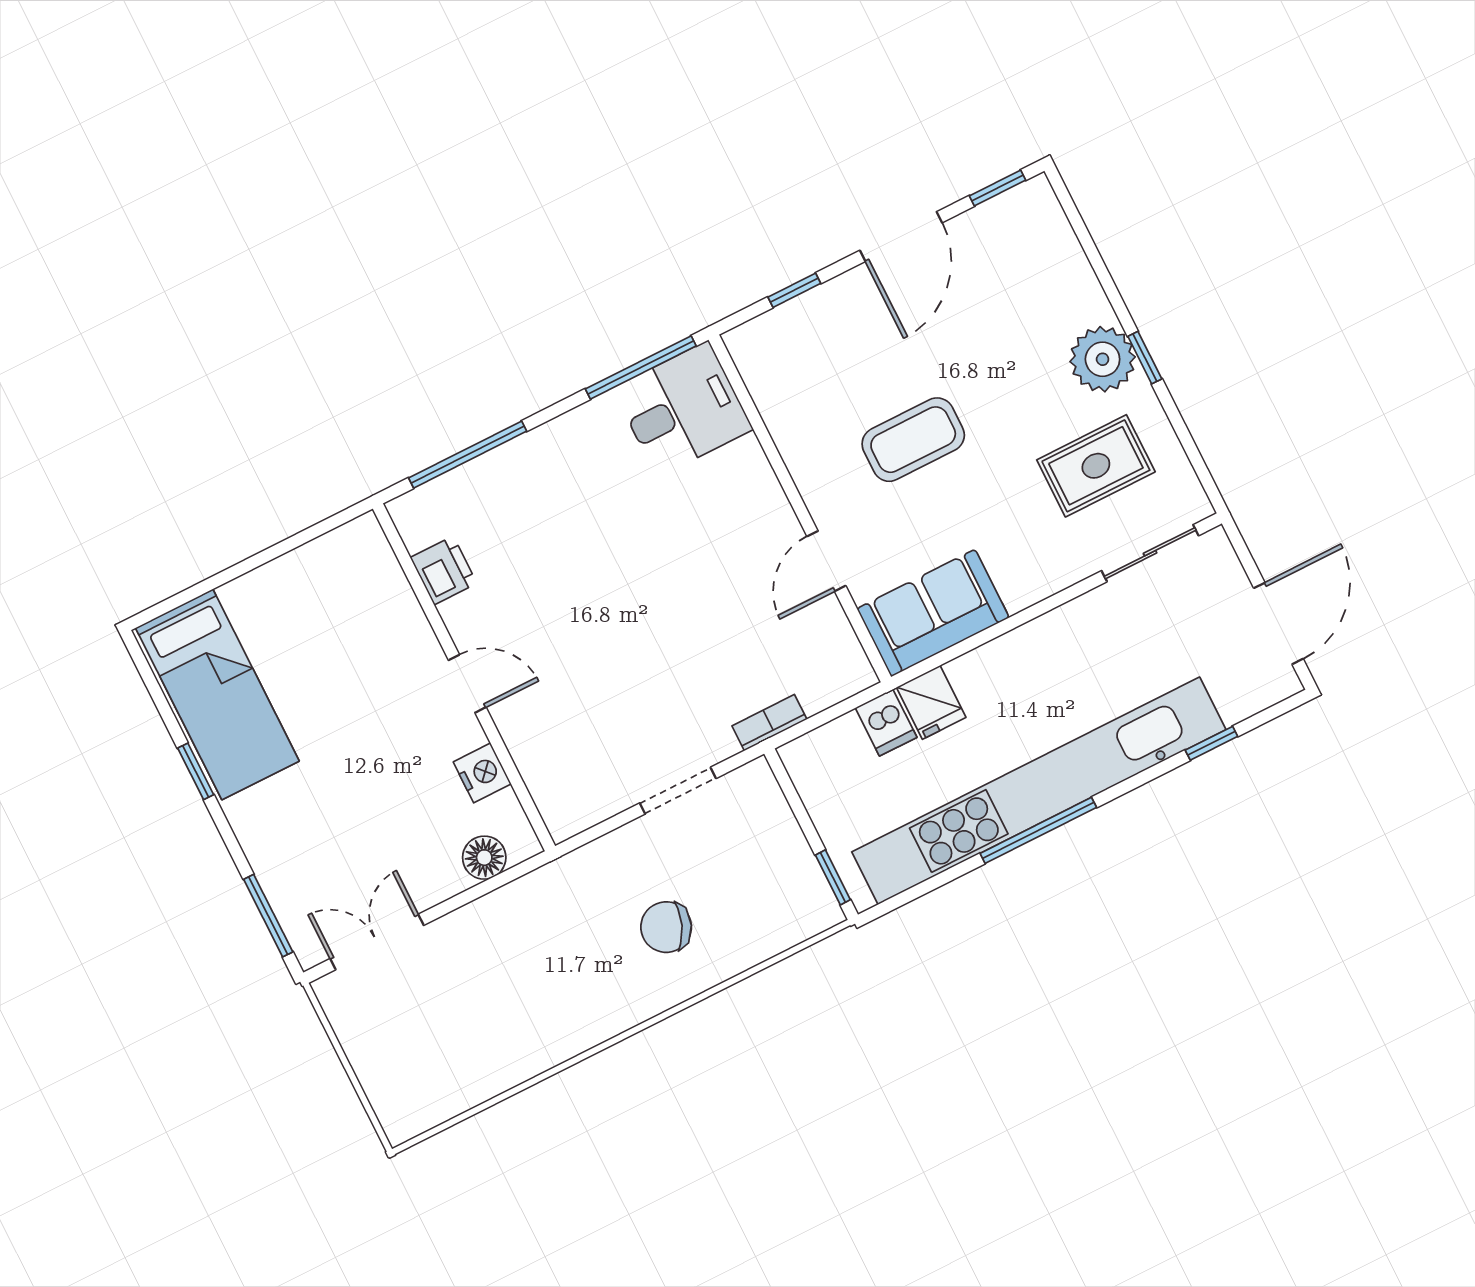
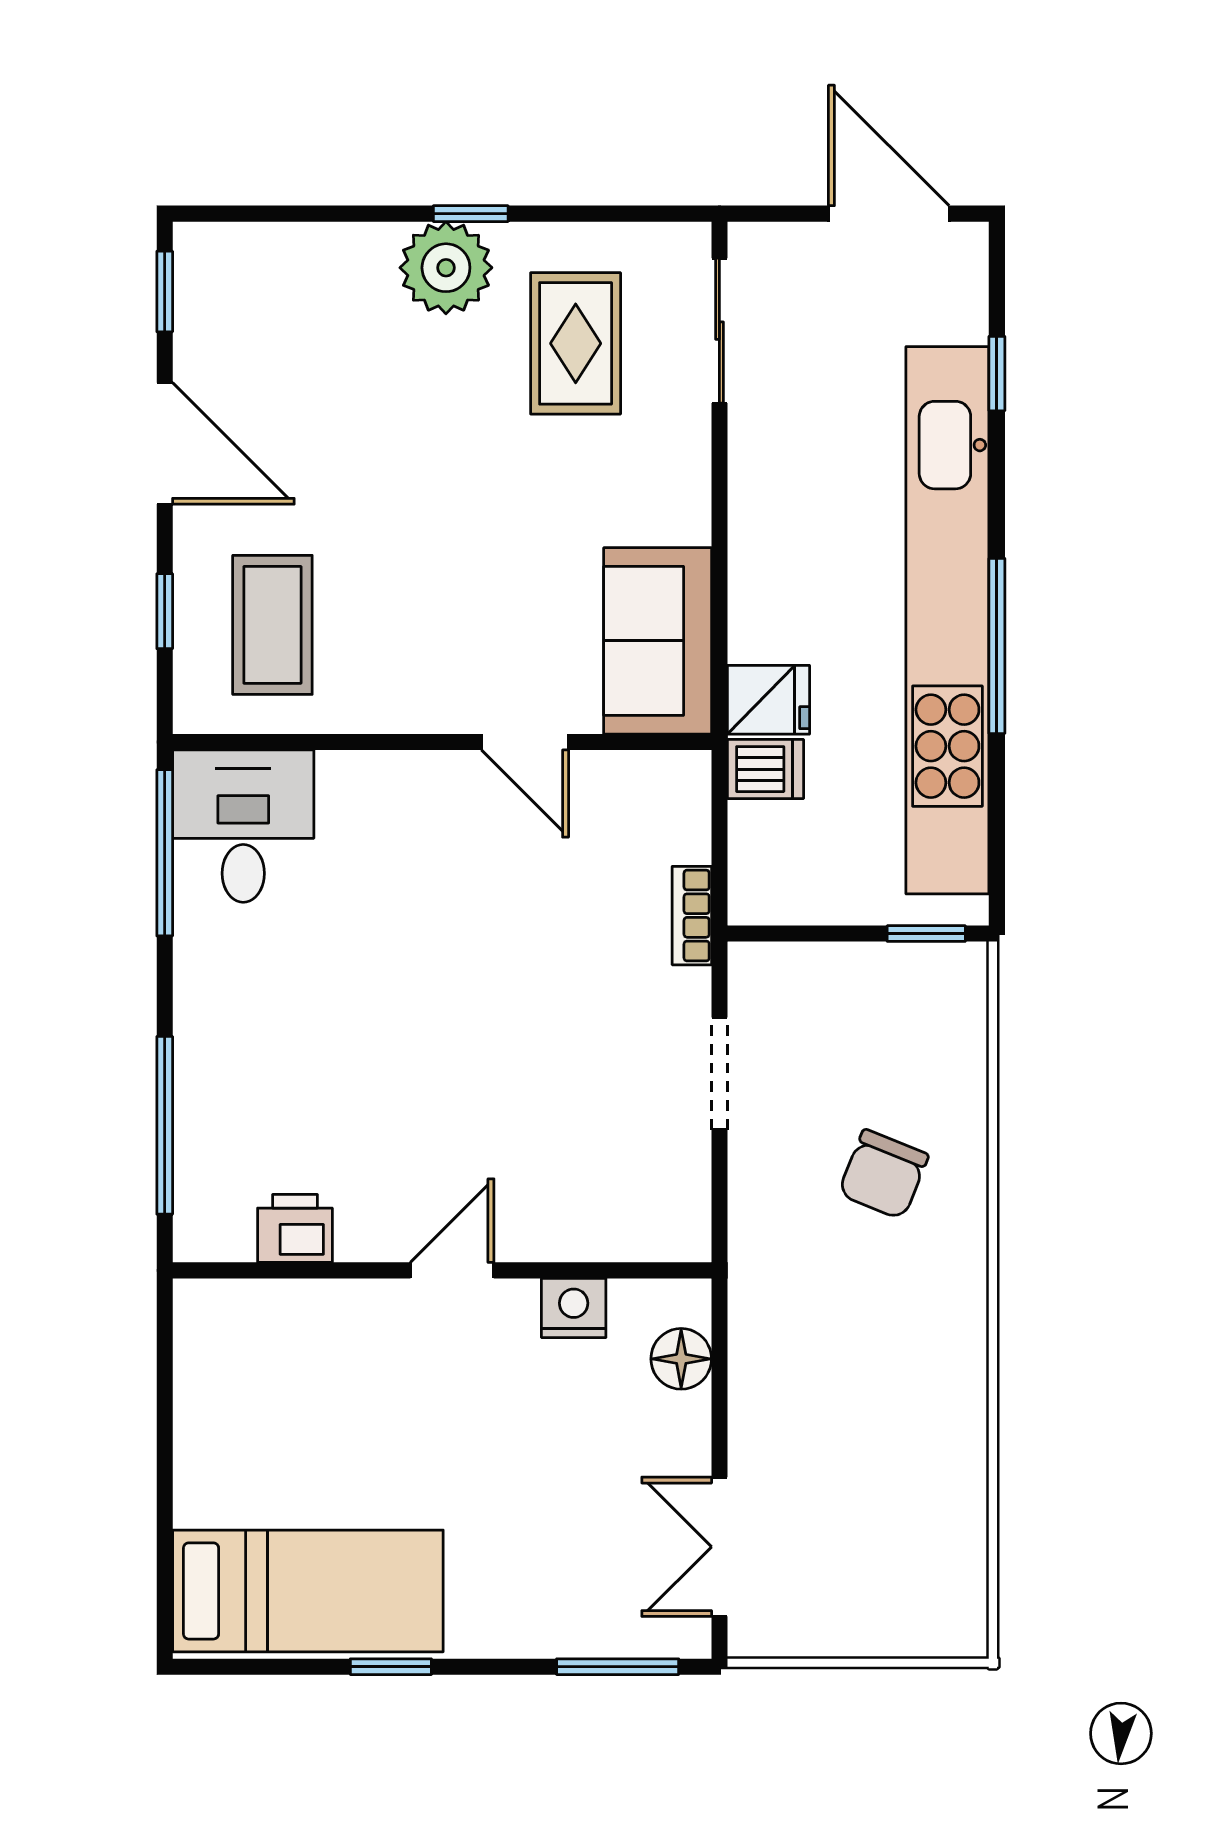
coffee table: (913, 440) -> (272, 625), moved

